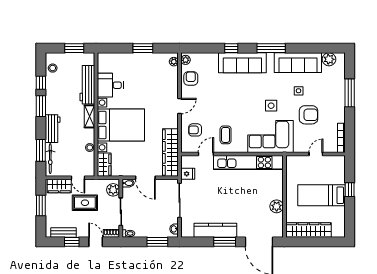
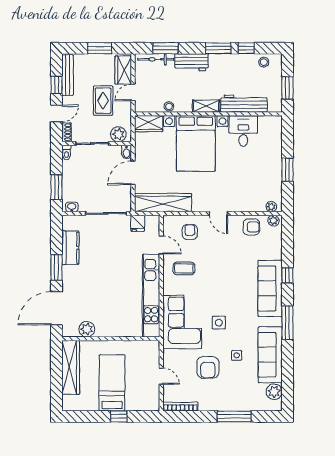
plant: (277, 206) -> (87, 329), moved
kitchen counter: (215, 230) -> (70, 248), width x0.67
bench: (64, 232) -> (68, 75), width x1.36

